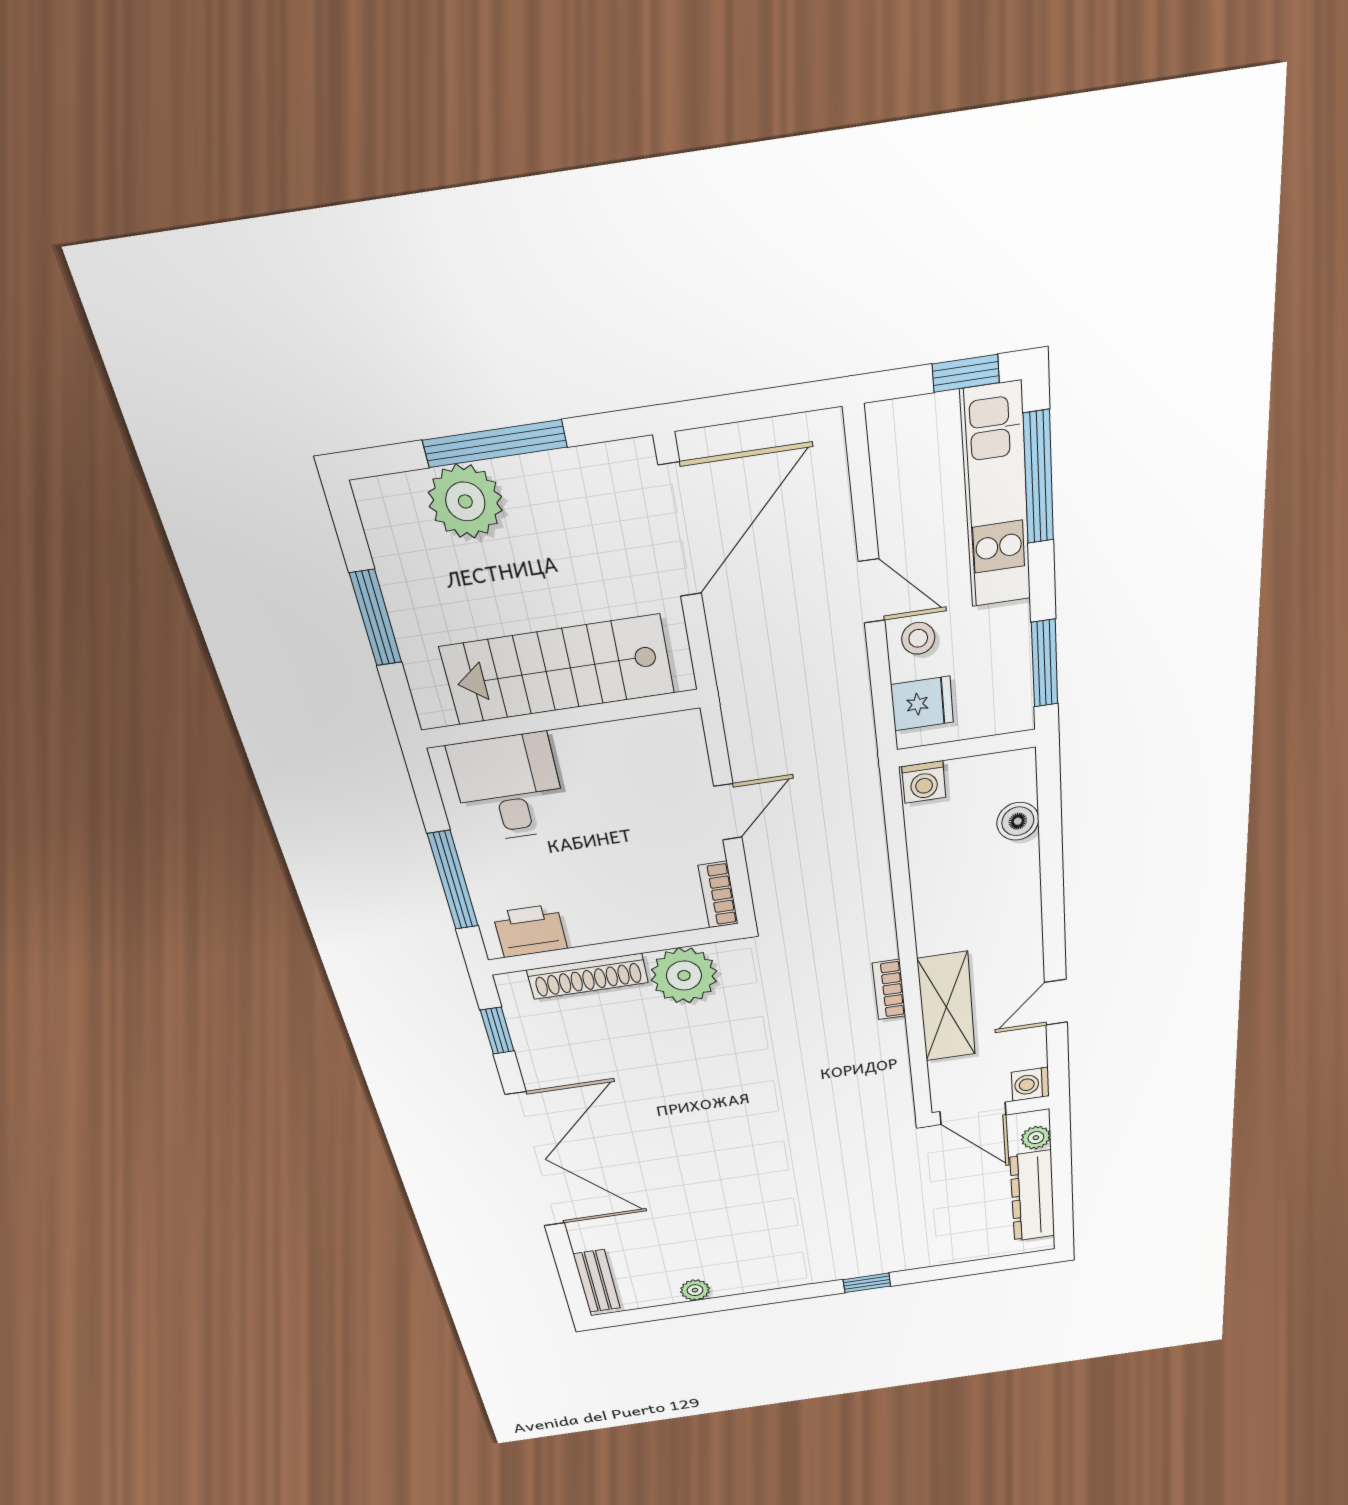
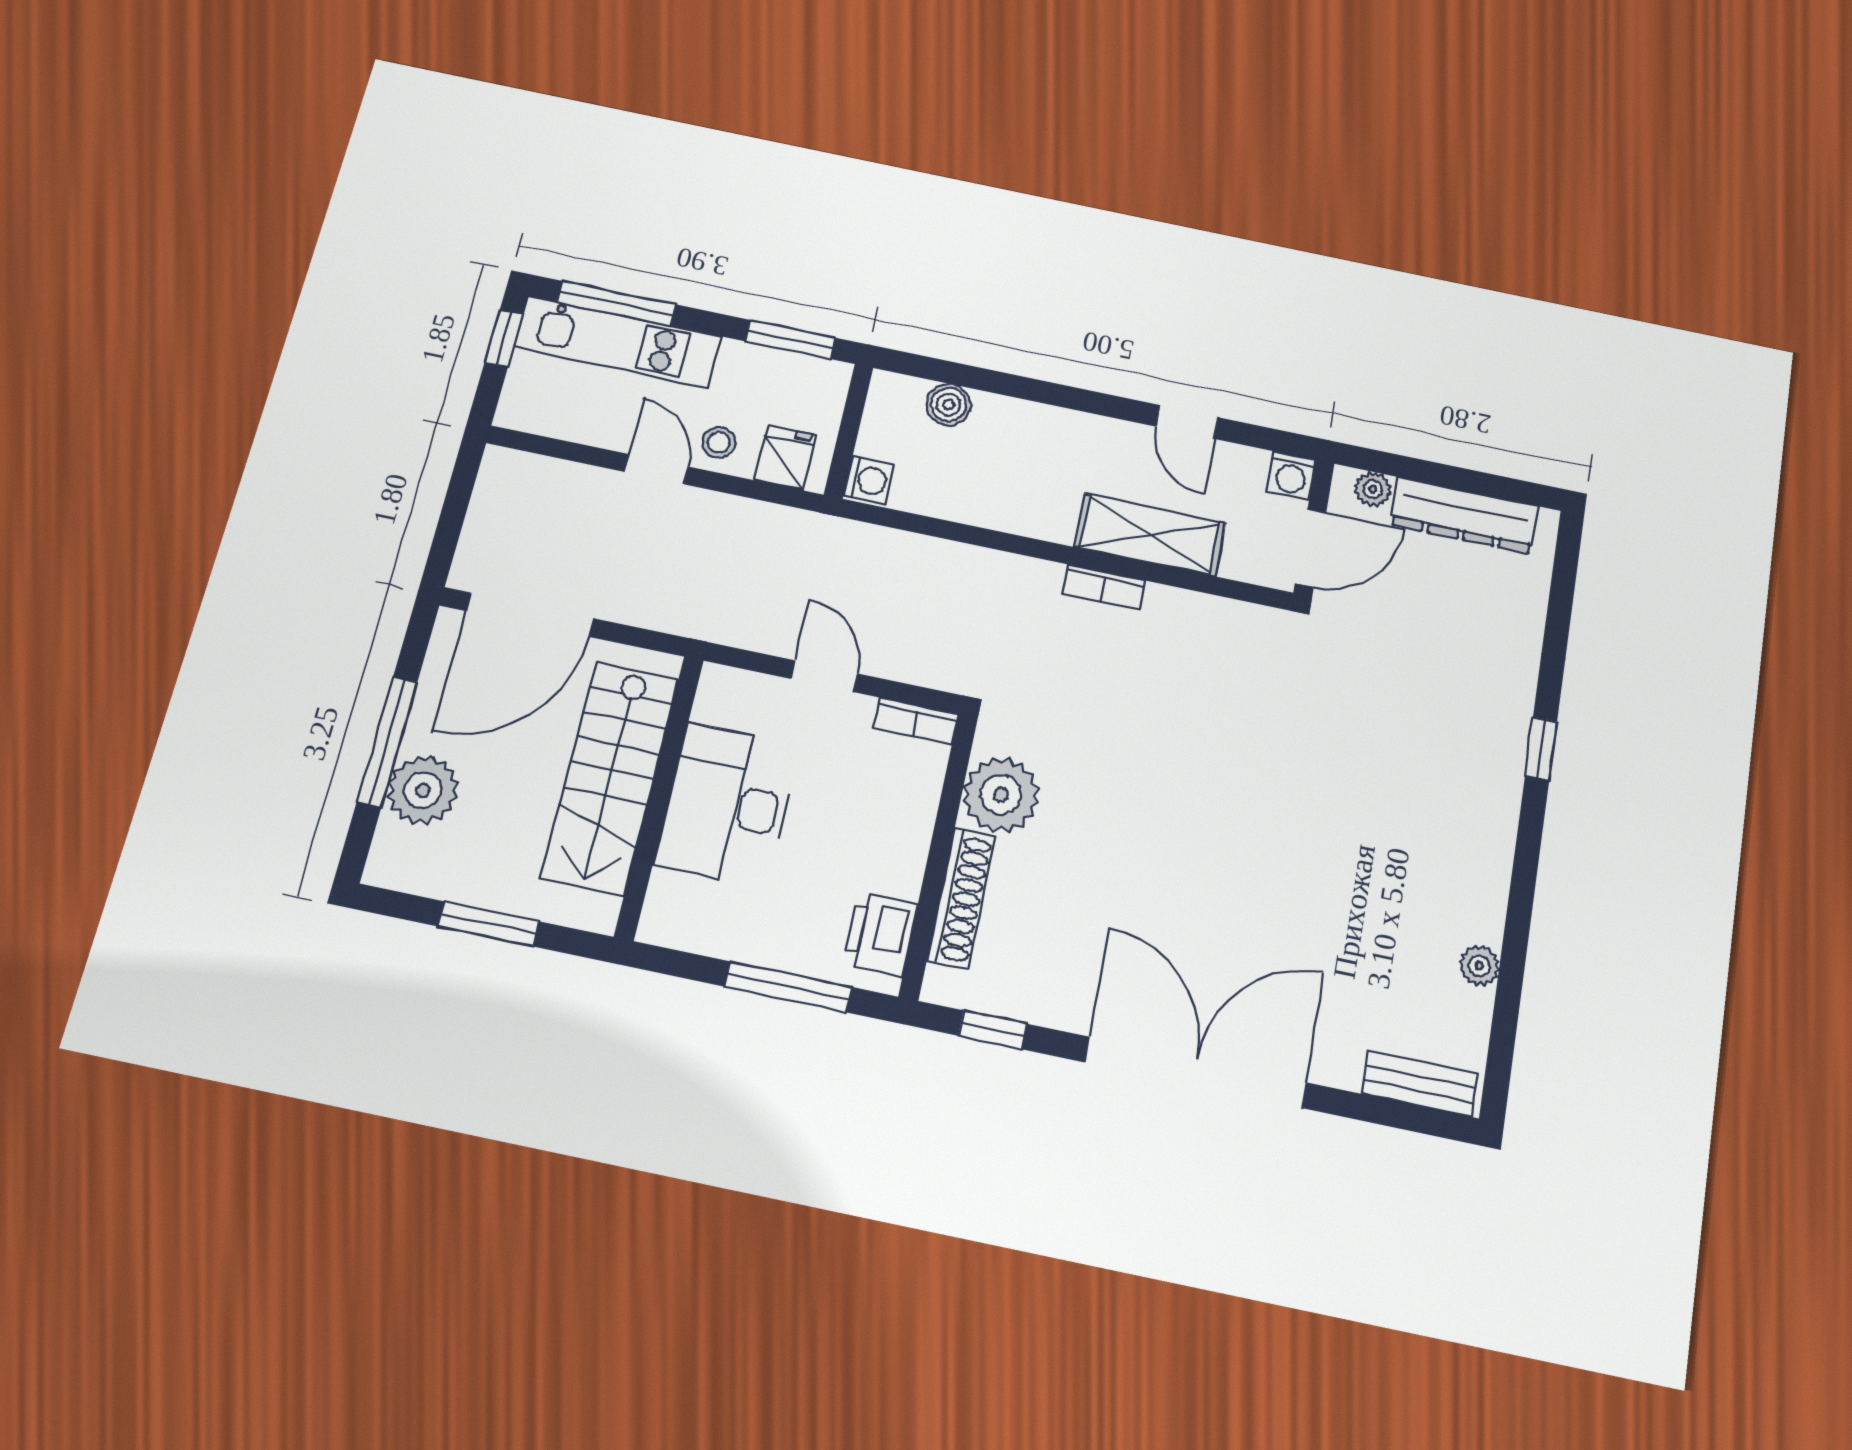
door: (680, 530) -> (530, 615), swing flipped
door: (872, 591) -> (657, 469), hinge flipped
desk: (509, 788) -> (727, 805), moved, width x1.37

